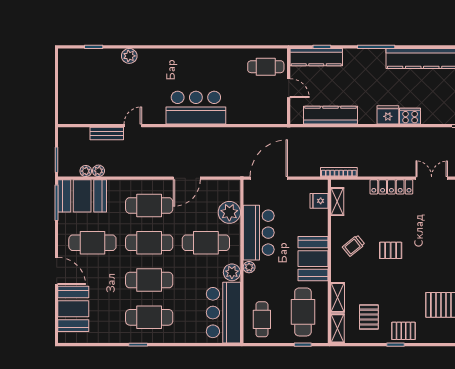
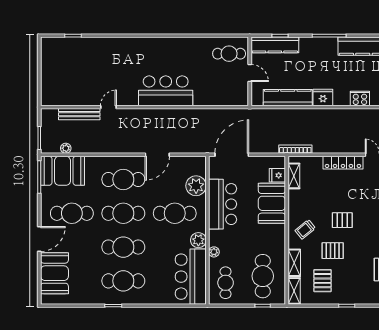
plant: (129, 56) -> (105, 44), removed
fridge: (388, 115) -> (323, 97), moved
bench: (107, 134) -> (79, 114), width x1.36
plant: (98, 171) -> (77, 148), removed
trolley: (354, 246) -> (305, 229), moved
booth: (313, 259) -> (272, 203), moved
plant: (249, 267) -> (214, 252), moved
door: (57, 271) -> (39, 239), hinge flipped
pallet: (403, 331) -> (333, 251), moved

